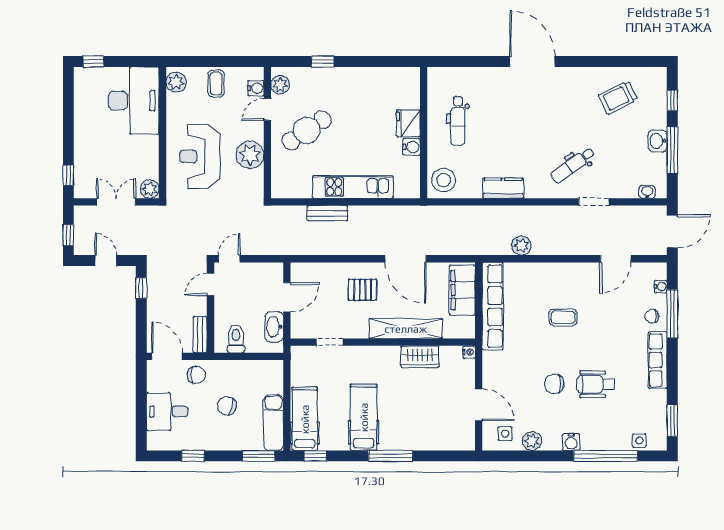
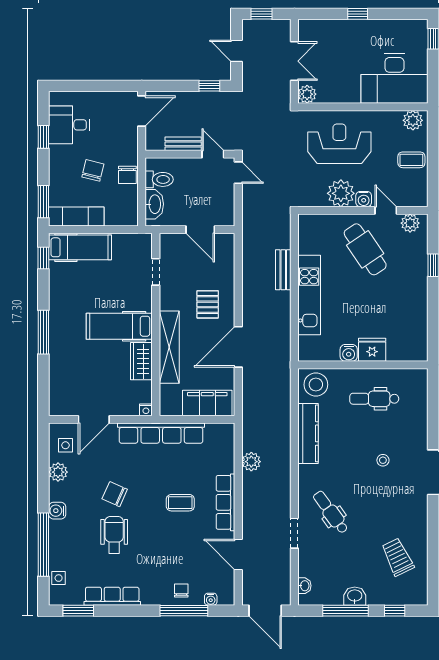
water cooler: (256, 88) -> (364, 199), moved
stool: (520, 112) -> (383, 460), added
window: (68, 175) -> (358, 14), moved
kitchen counter: (503, 188) -> (308, 433), width x1.50
door: (106, 260) -> (236, 51), swing flipped
row of seats: (563, 272) -> (225, 502), added
row of seats: (493, 306) -> (161, 433), moved
coffee table: (563, 317) -> (180, 503), turned 90
washbasin: (274, 327) -> (154, 204), moved, turned 90
bench: (200, 335) -> (183, 144), moved
row of seats: (658, 360) -> (112, 596), moved
chair: (196, 375) -> (127, 175), moved
chair: (554, 384) -> (115, 494), turned -66
desk: (167, 411) -> (69, 125), moved, turned -90
hospital bed: (364, 417) -> (119, 326), moved, turned 180

